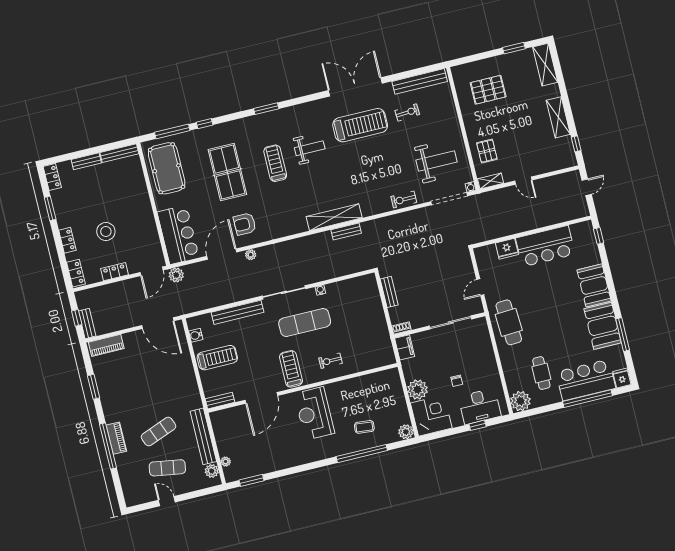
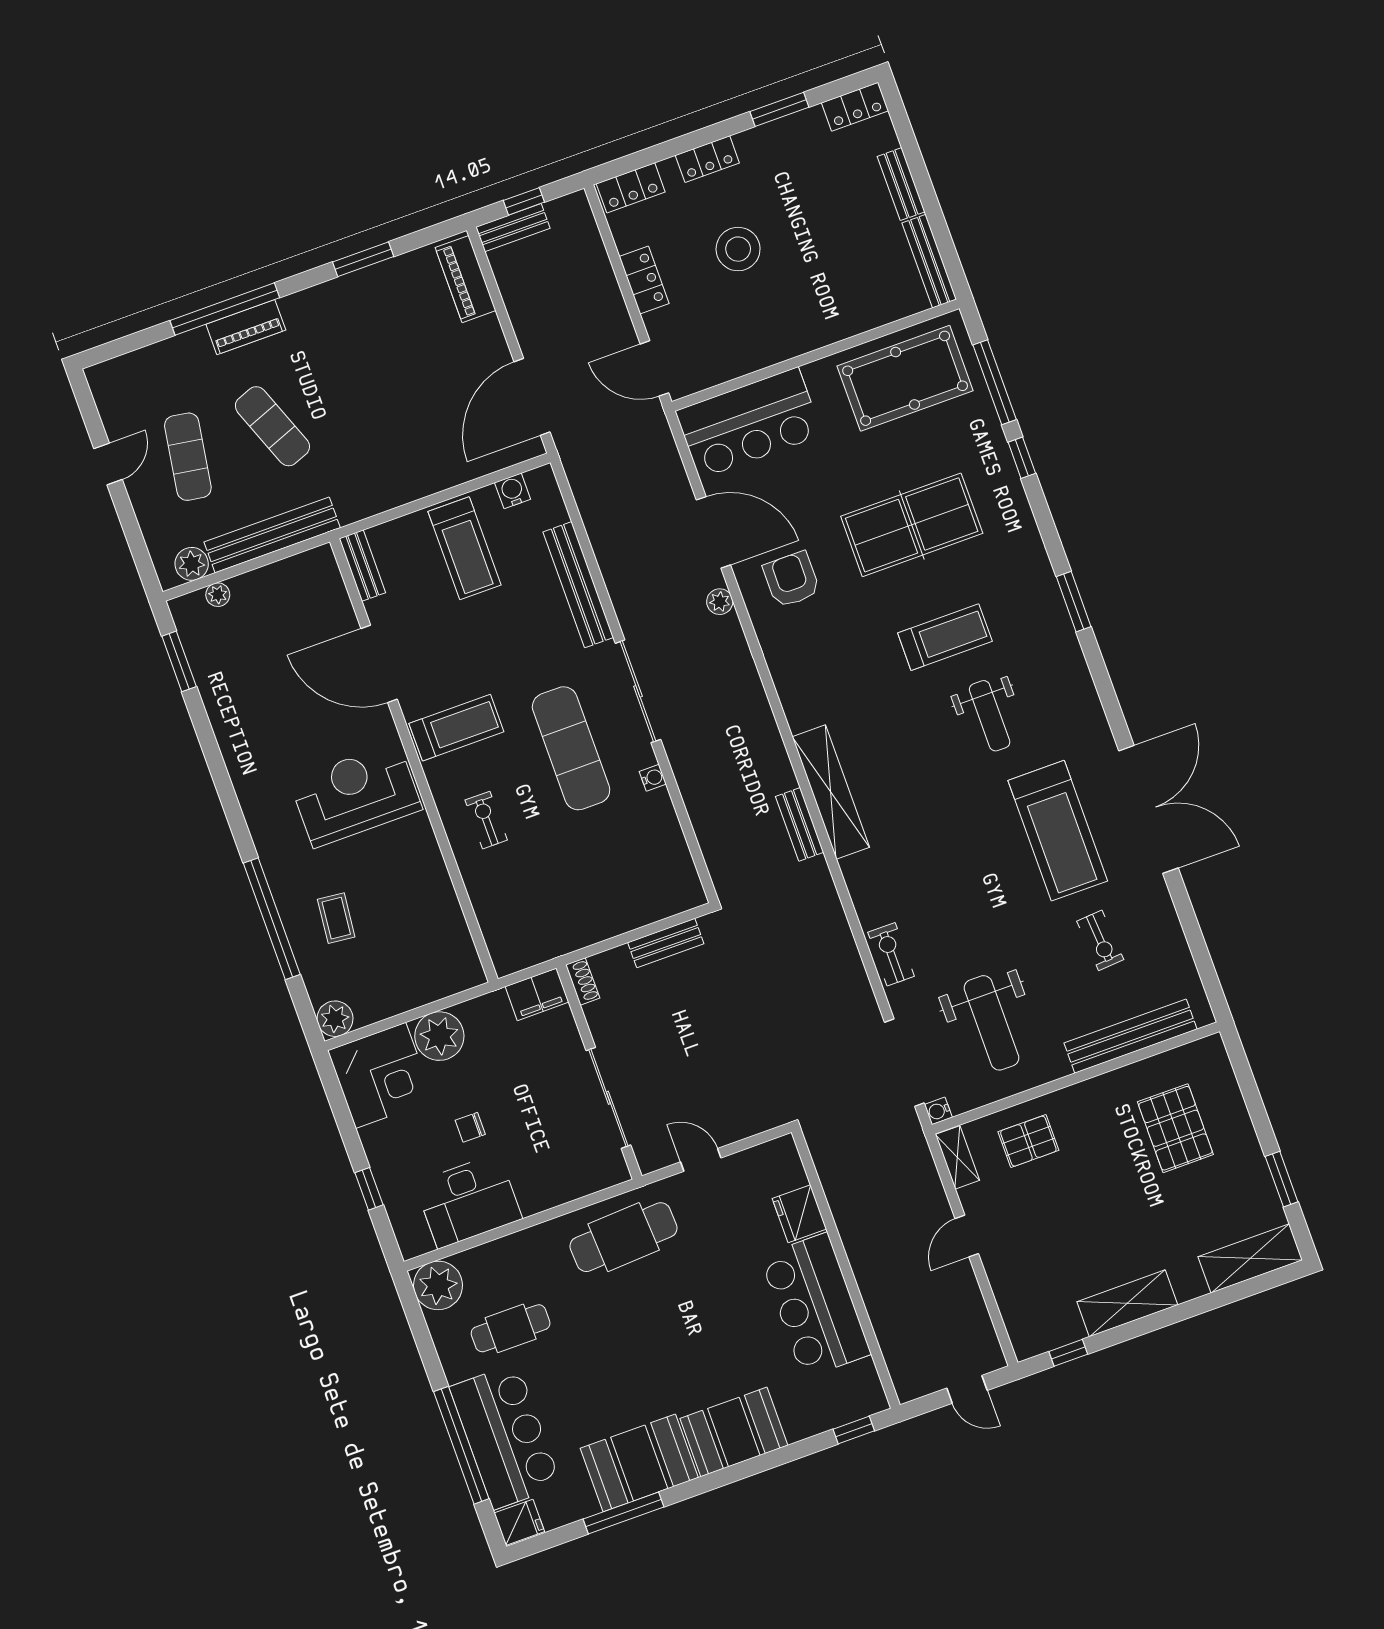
bench: (420, 81) -> (1131, 1036), moved, turned 90
plant: (176, 275) -> (652, 429), removed
desk: (480, 406) -> (468, 1201), moved, turned -90

